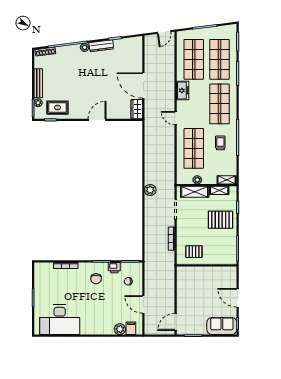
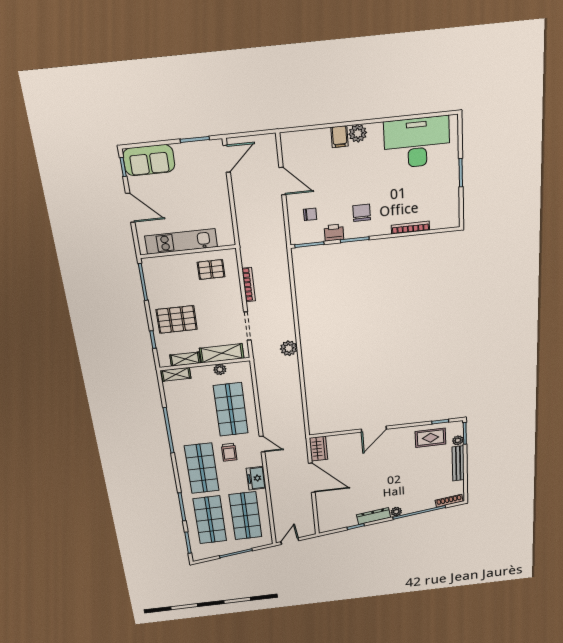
trolley: (220, 143) -> (229, 452), moved
kitchen unit: (210, 273) -> (181, 241), added
filing cabinet: (131, 328) -> (340, 137), moved
plant: (120, 329) -> (358, 133), moved

